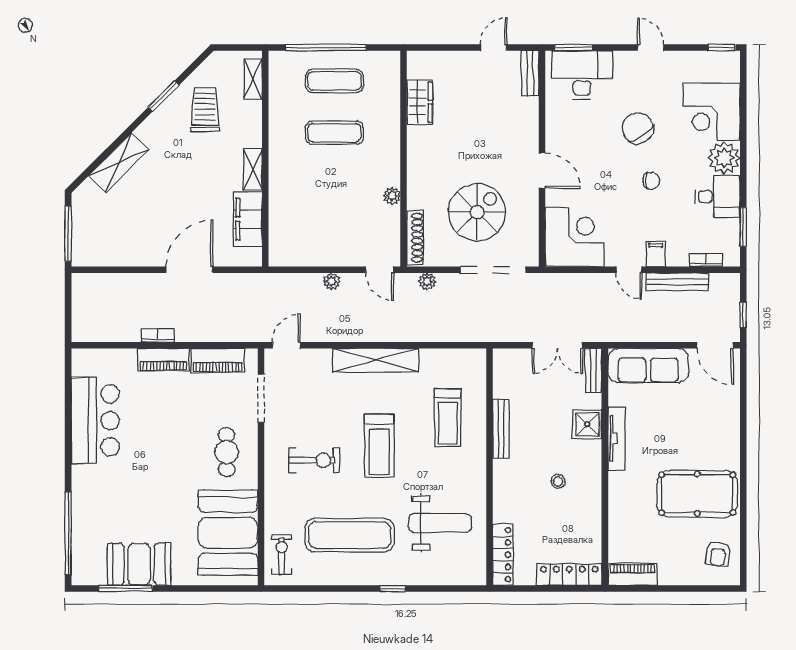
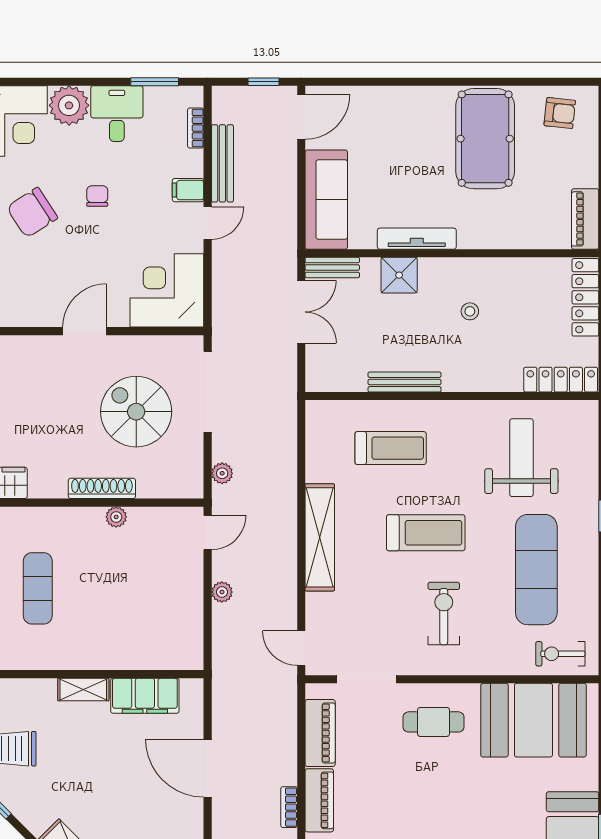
shoe rack: (415, 238) -> (102, 488), moved

